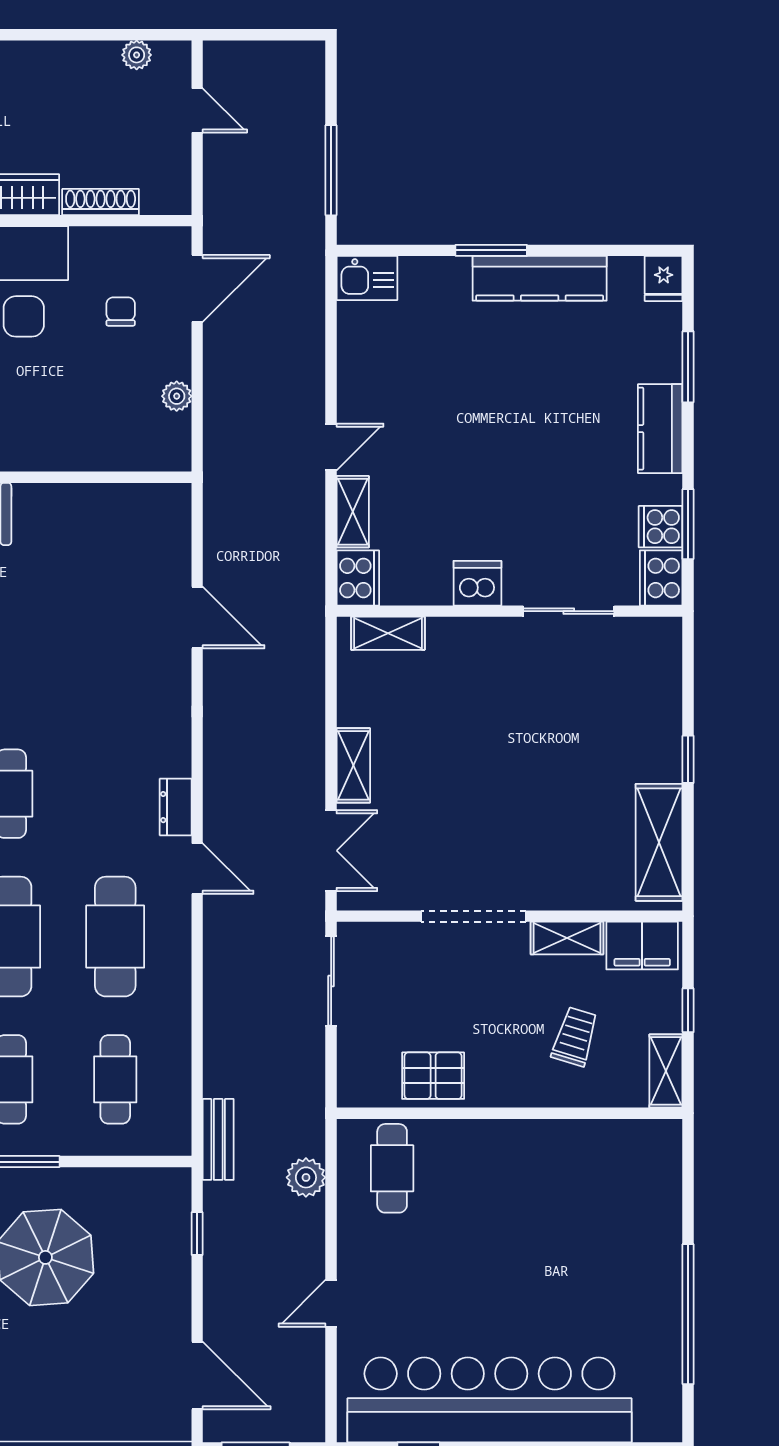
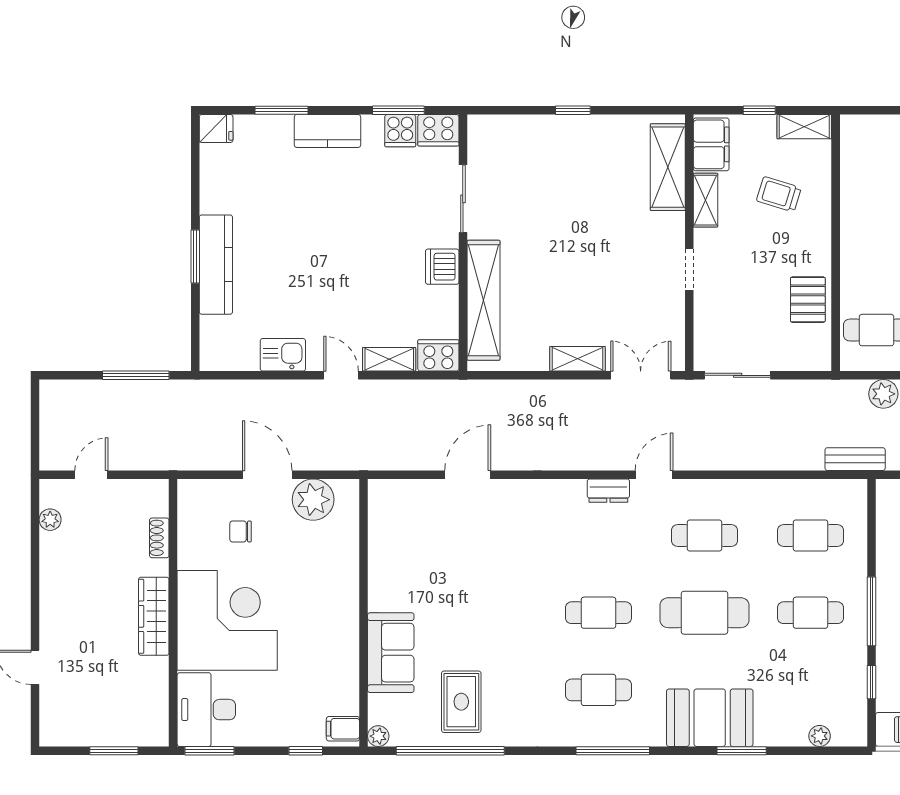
shoe rack: (101, 202) -> (159, 538), width x0.70
kitchen sink: (367, 278) -> (283, 355), moved, turned -90
kitchen counter: (540, 278) -> (216, 265), moved
door: (197, 288) -> (267, 475), moved
plant: (177, 396) -> (313, 500), width x1.88, depth x1.88
shelving: (388, 633) -> (484, 300), width x2.20, depth x1.33
shelving: (659, 842) -> (668, 167), moved, turned 90
doorway: (474, 916) -> (689, 269), width x0.53
cafe table: (115, 937) -> (704, 535), width x0.73, depth x0.74

